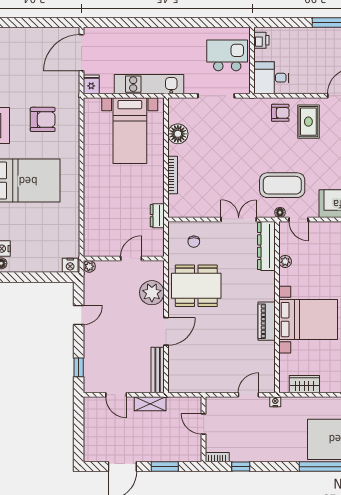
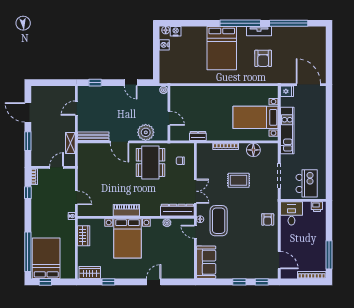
rug: (308, 122) -> (239, 180), moved
door: (298, 219) -> (195, 232), hinge flipped
nightstand: (70, 265) -> (164, 45), moved
shelving: (150, 404) -> (70, 143), moved

